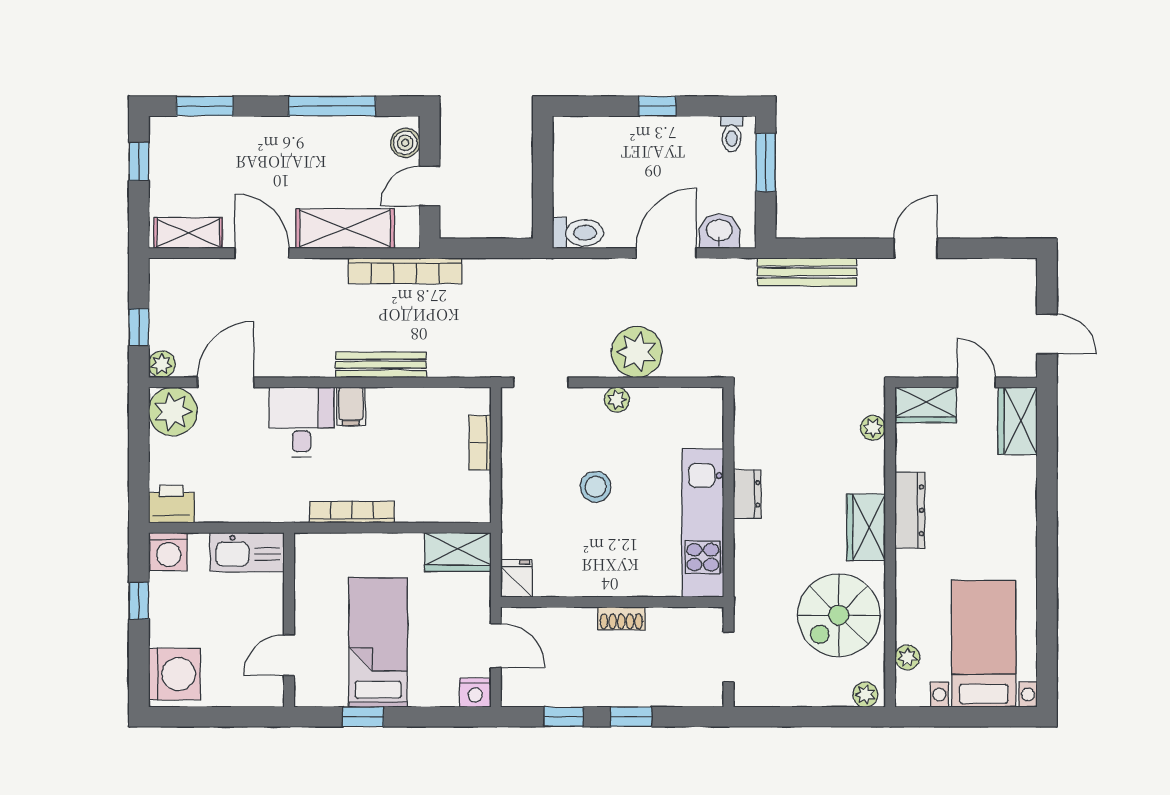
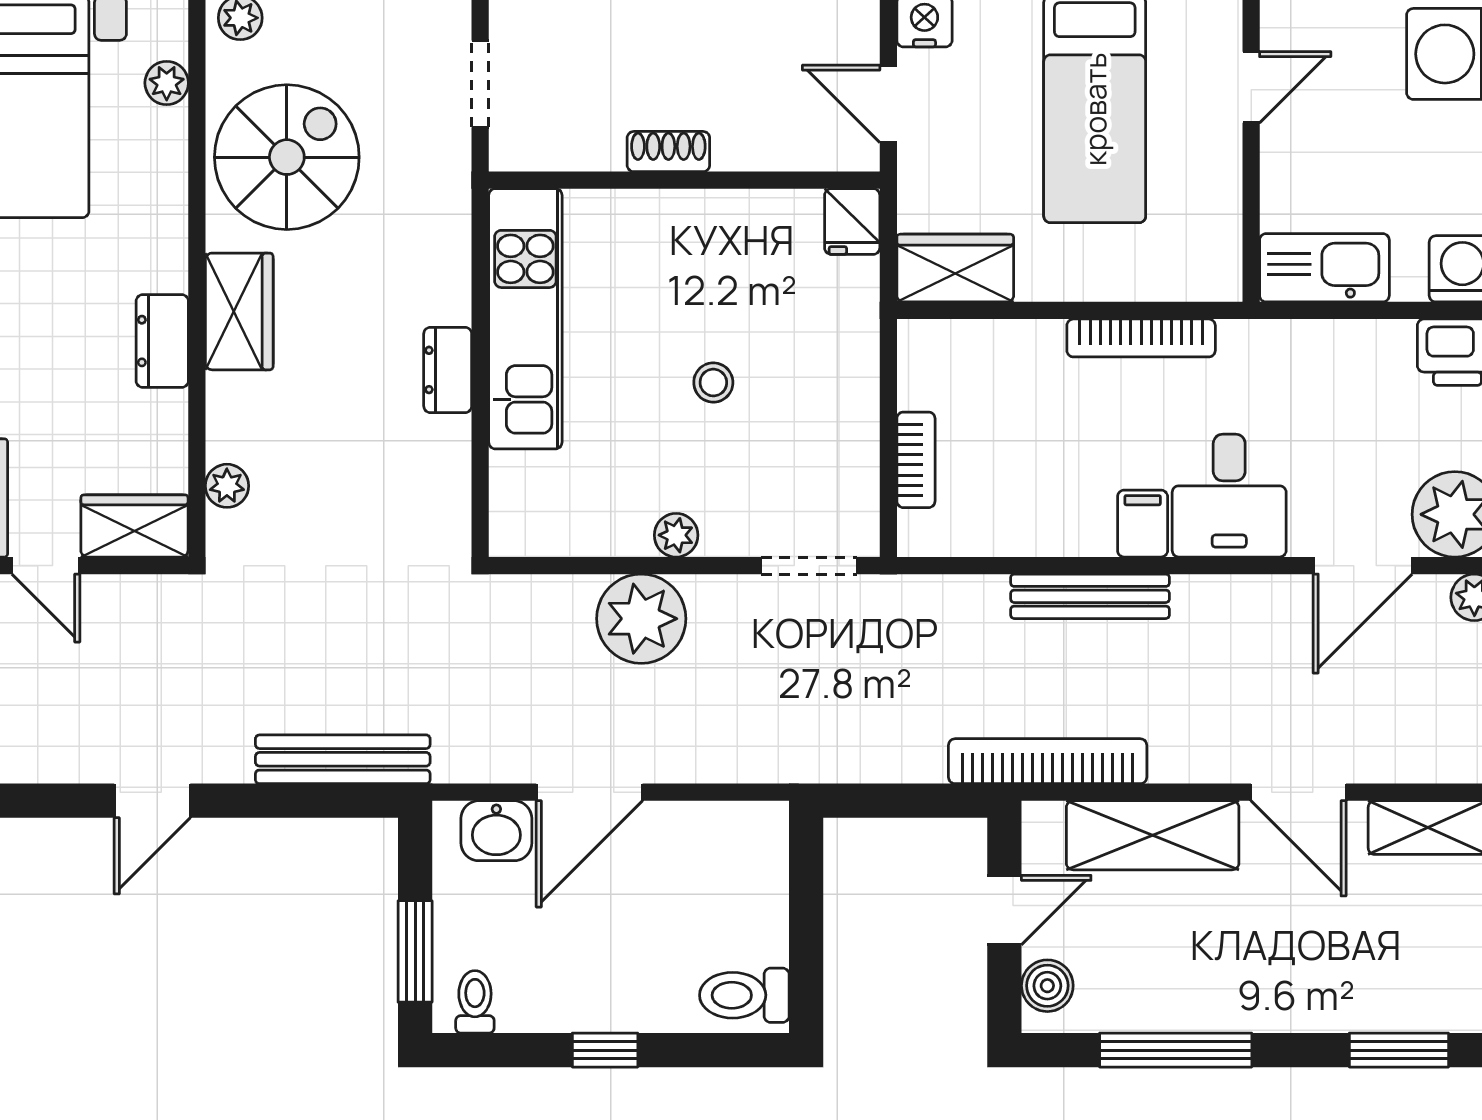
toilet: (578, 233) -> (744, 995), moved
stool: (596, 487) -> (713, 383), width x0.73, depth x0.73
dresser: (910, 510) -> (162, 341), width x0.70

